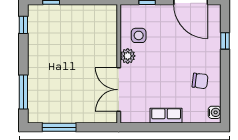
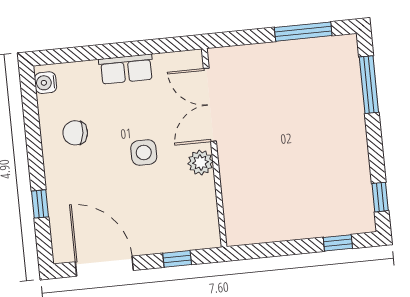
side table: (139, 35) -> (144, 153), moved
double door: (119, 90) -> (210, 105), swing flipped

